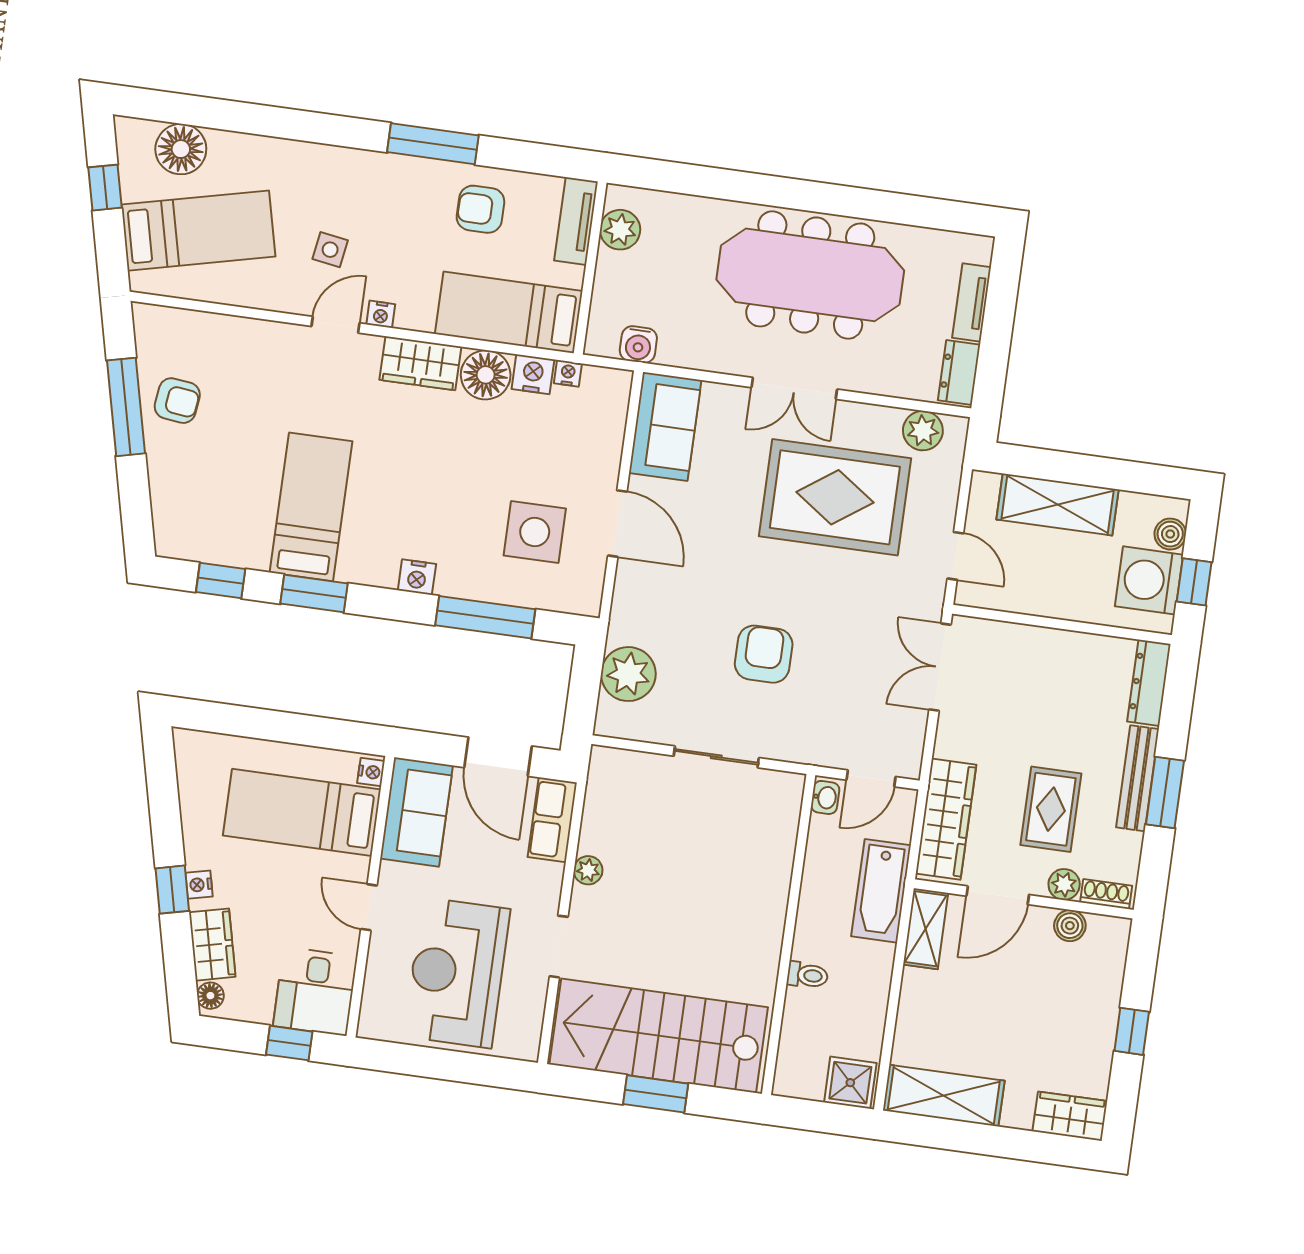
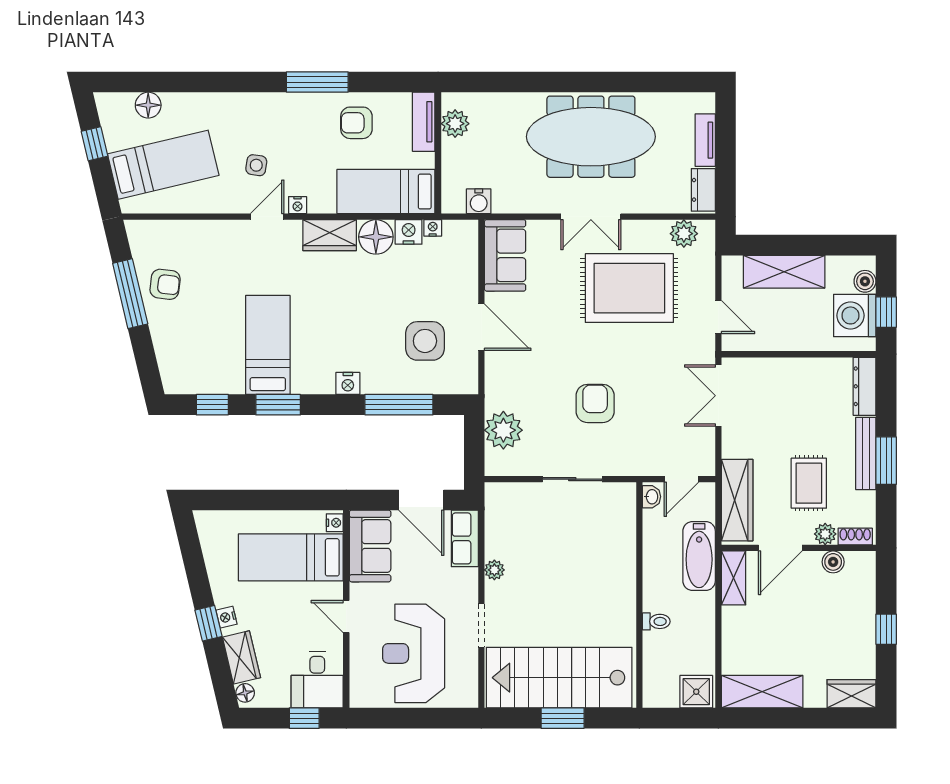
floor lamp: (181, 149) -> (148, 105), width x0.73, depth x0.73

